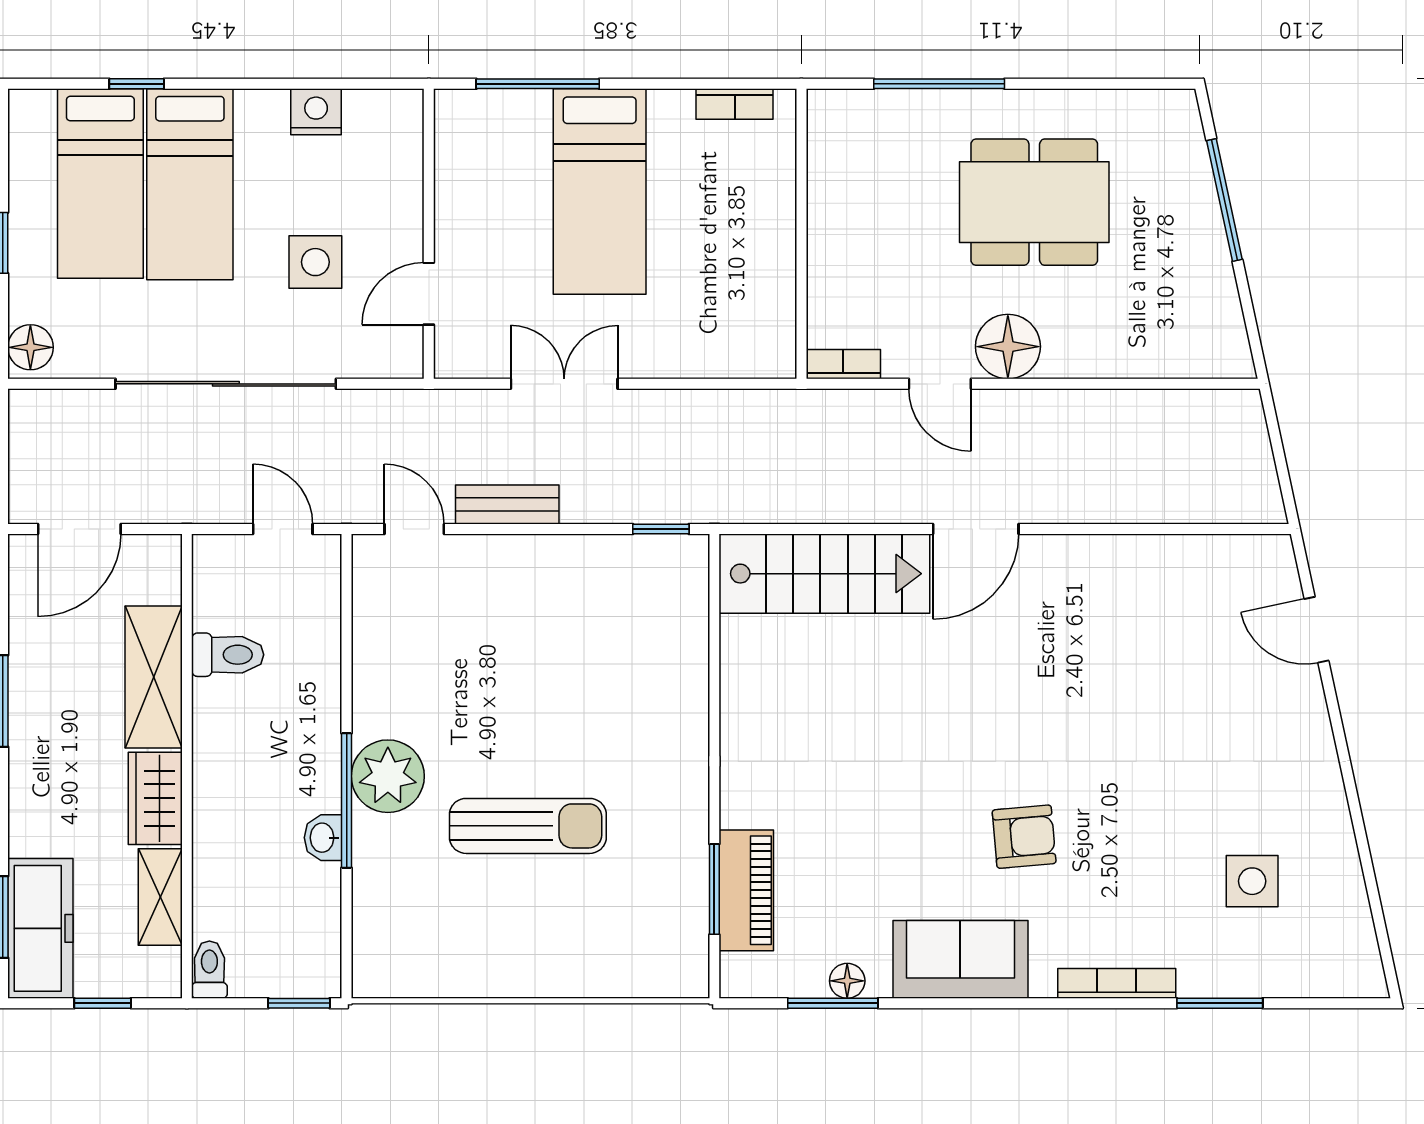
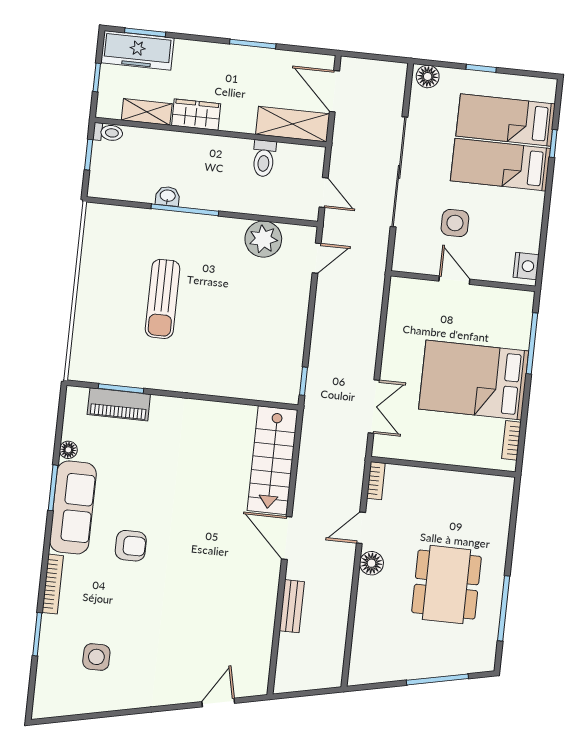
window: (939, 84) -> (504, 608), moved
nightstand: (316, 112) -> (526, 266), moved
bed: (600, 192) -> (474, 380), width x1.50
door: (429, 294) -> (454, 280), moved
floor lamp: (1008, 347) -> (372, 563), width x0.73, depth x0.73
double door: (564, 384) -> (374, 407), moved
bench: (507, 504) -> (292, 606), moved
door: (283, 529) -> (324, 193), hinge flipped
shelving: (154, 677) -> (293, 124), moved
plant: (388, 776) -> (263, 239), moved
armchair: (1024, 837) -> (131, 546), turned -85
sofa: (960, 959) -> (73, 507), width x1.36
window: (299, 1003) -> (89, 155), moved
window: (833, 1003) -> (53, 488), moved

